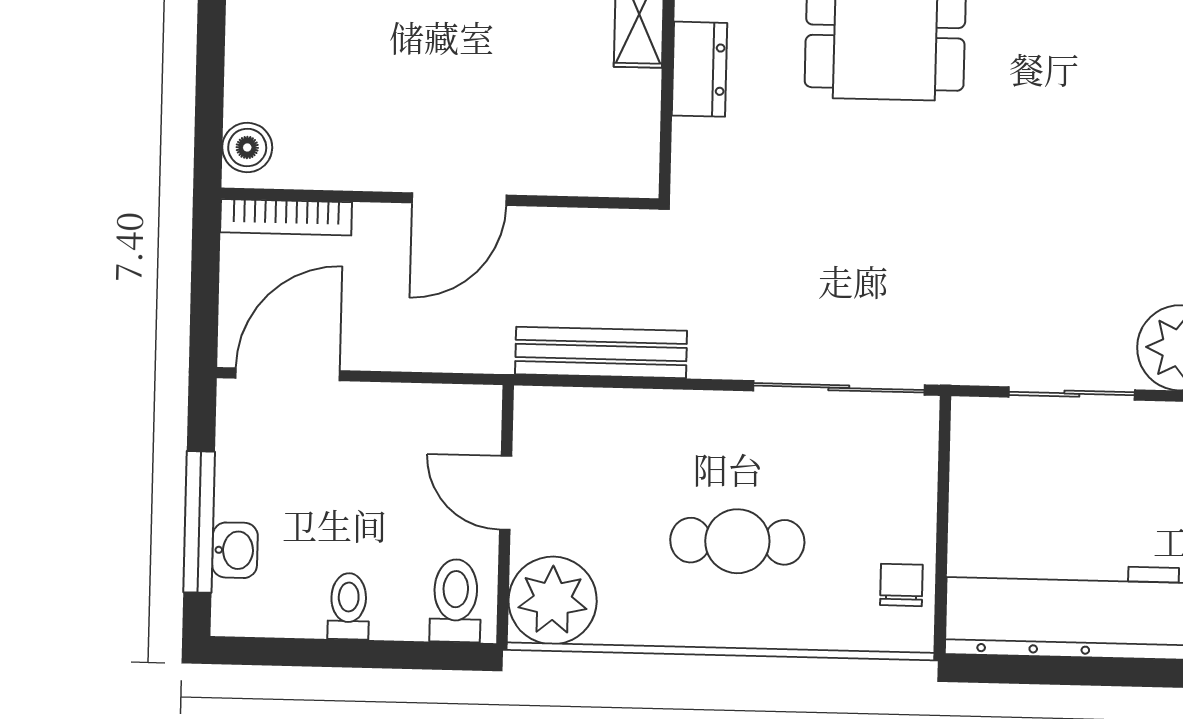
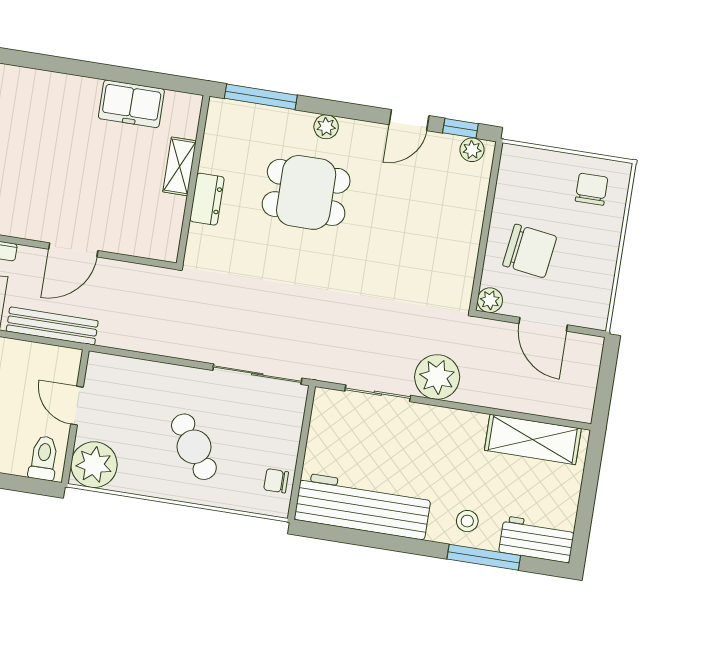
bench: (601, 352) -> (52, 326), moved
cafe table: (737, 541) -> (194, 447), turned 55
chair: (901, 585) -> (276, 481), turned -90

